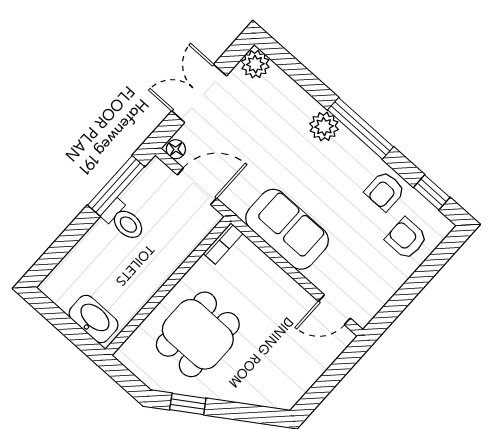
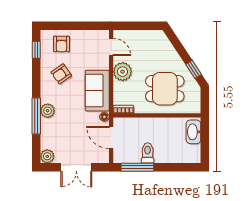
window: (360, 128) -> (36, 116), moved
floor lamp: (176, 149) -> (104, 117), moved
armchair: (385, 191) -> (61, 74), moved, turned 145
plant: (281, 293) -> (123, 72), added

